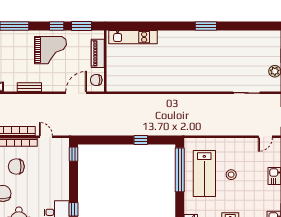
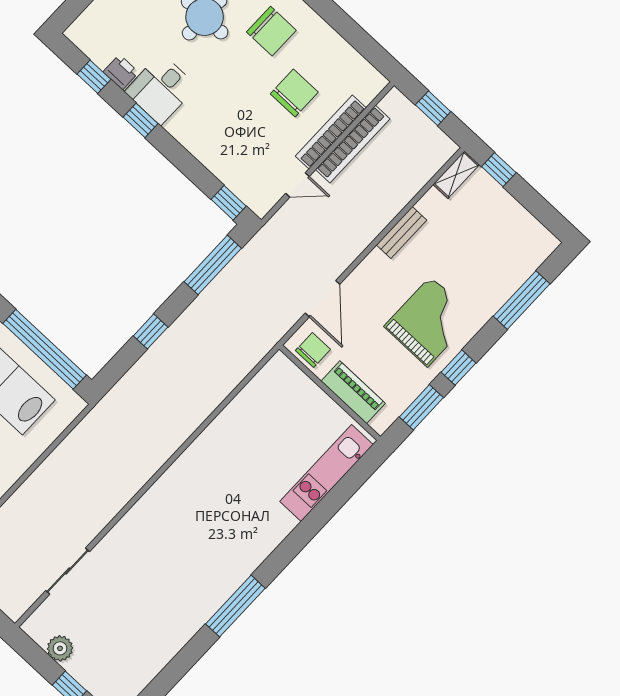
window: (206, 26) -> (235, 606), width x1.44
grand piano: (50, 50) -> (429, 322), turned 180
window: (99, 140) -> (213, 265), added

